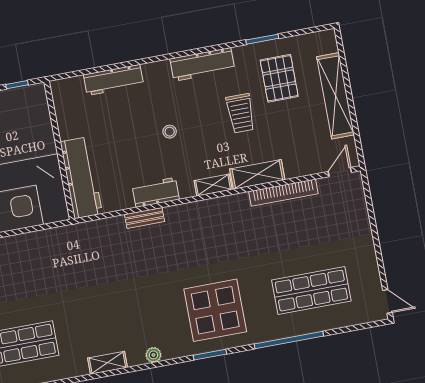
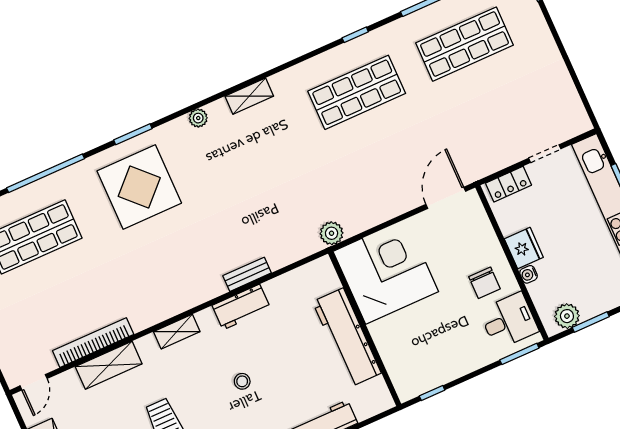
shelving: (257, 174) -> (109, 365), moved
workbench: (81, 178) -> (347, 337), moved
plant: (67, 235) -> (332, 233), added

